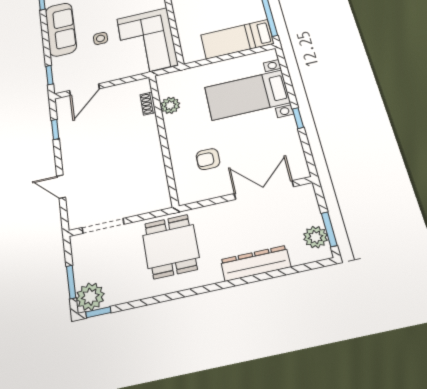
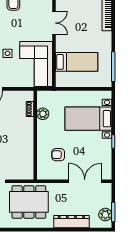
bed: (237, 39) -> (77, 62), moved, turned 180
dining table: (171, 246) -> (29, 202), width x1.38

